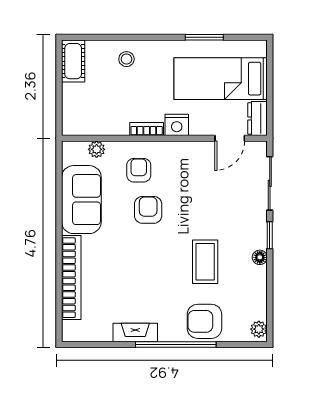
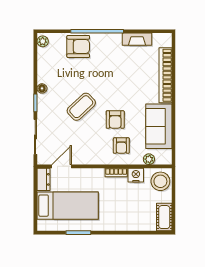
stool: (126, 59) -> (160, 181), moved, width x1.89, depth x1.89
nightstand: (177, 125) -> (136, 175), moved
coffee table: (205, 262) -> (81, 107), moved, turned 47
fireplace: (135, 333) -> (137, 39), moved

